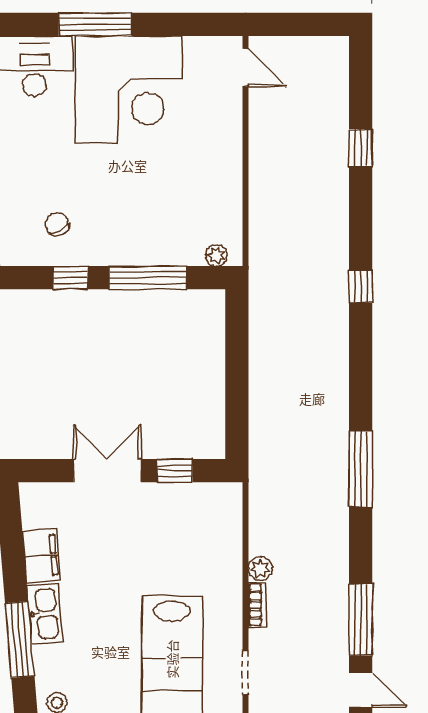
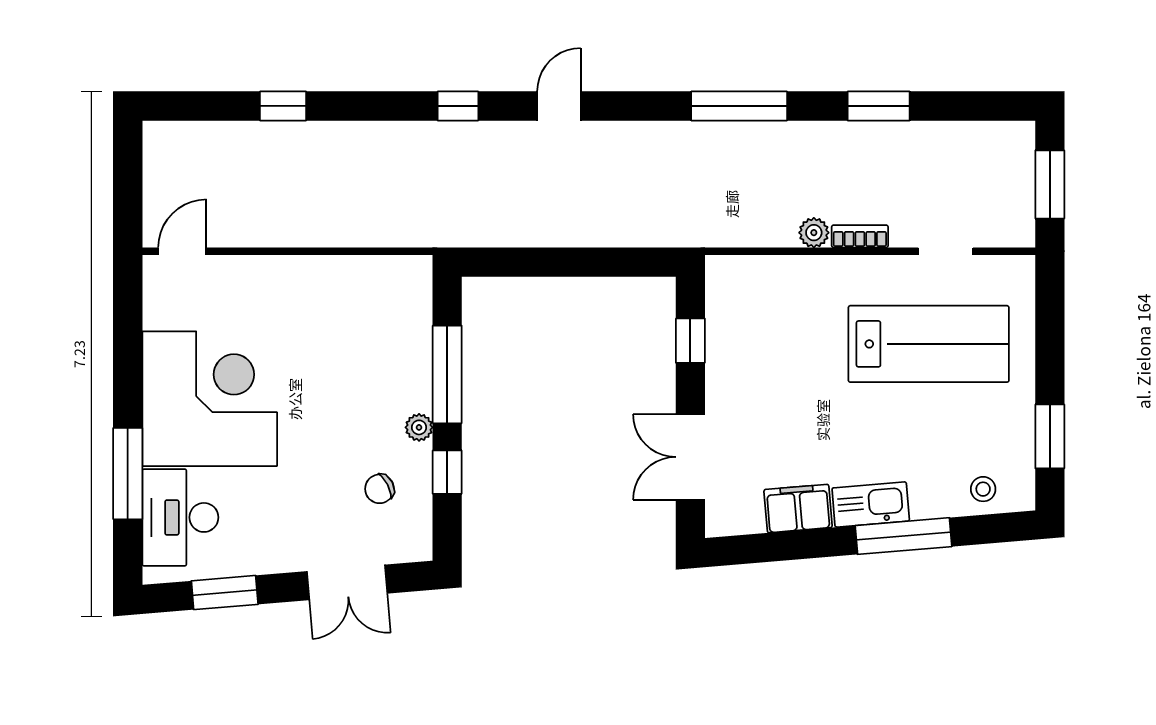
window: (95, 24) -> (128, 474), moved
plant: (216, 255) -> (419, 427), moved
window: (361, 469) -> (739, 106), moved
double door: (107, 471) -> (690, 457), moved
window: (361, 620) -> (879, 106), width x0.69
door: (361, 690) -> (559, 106), moved

